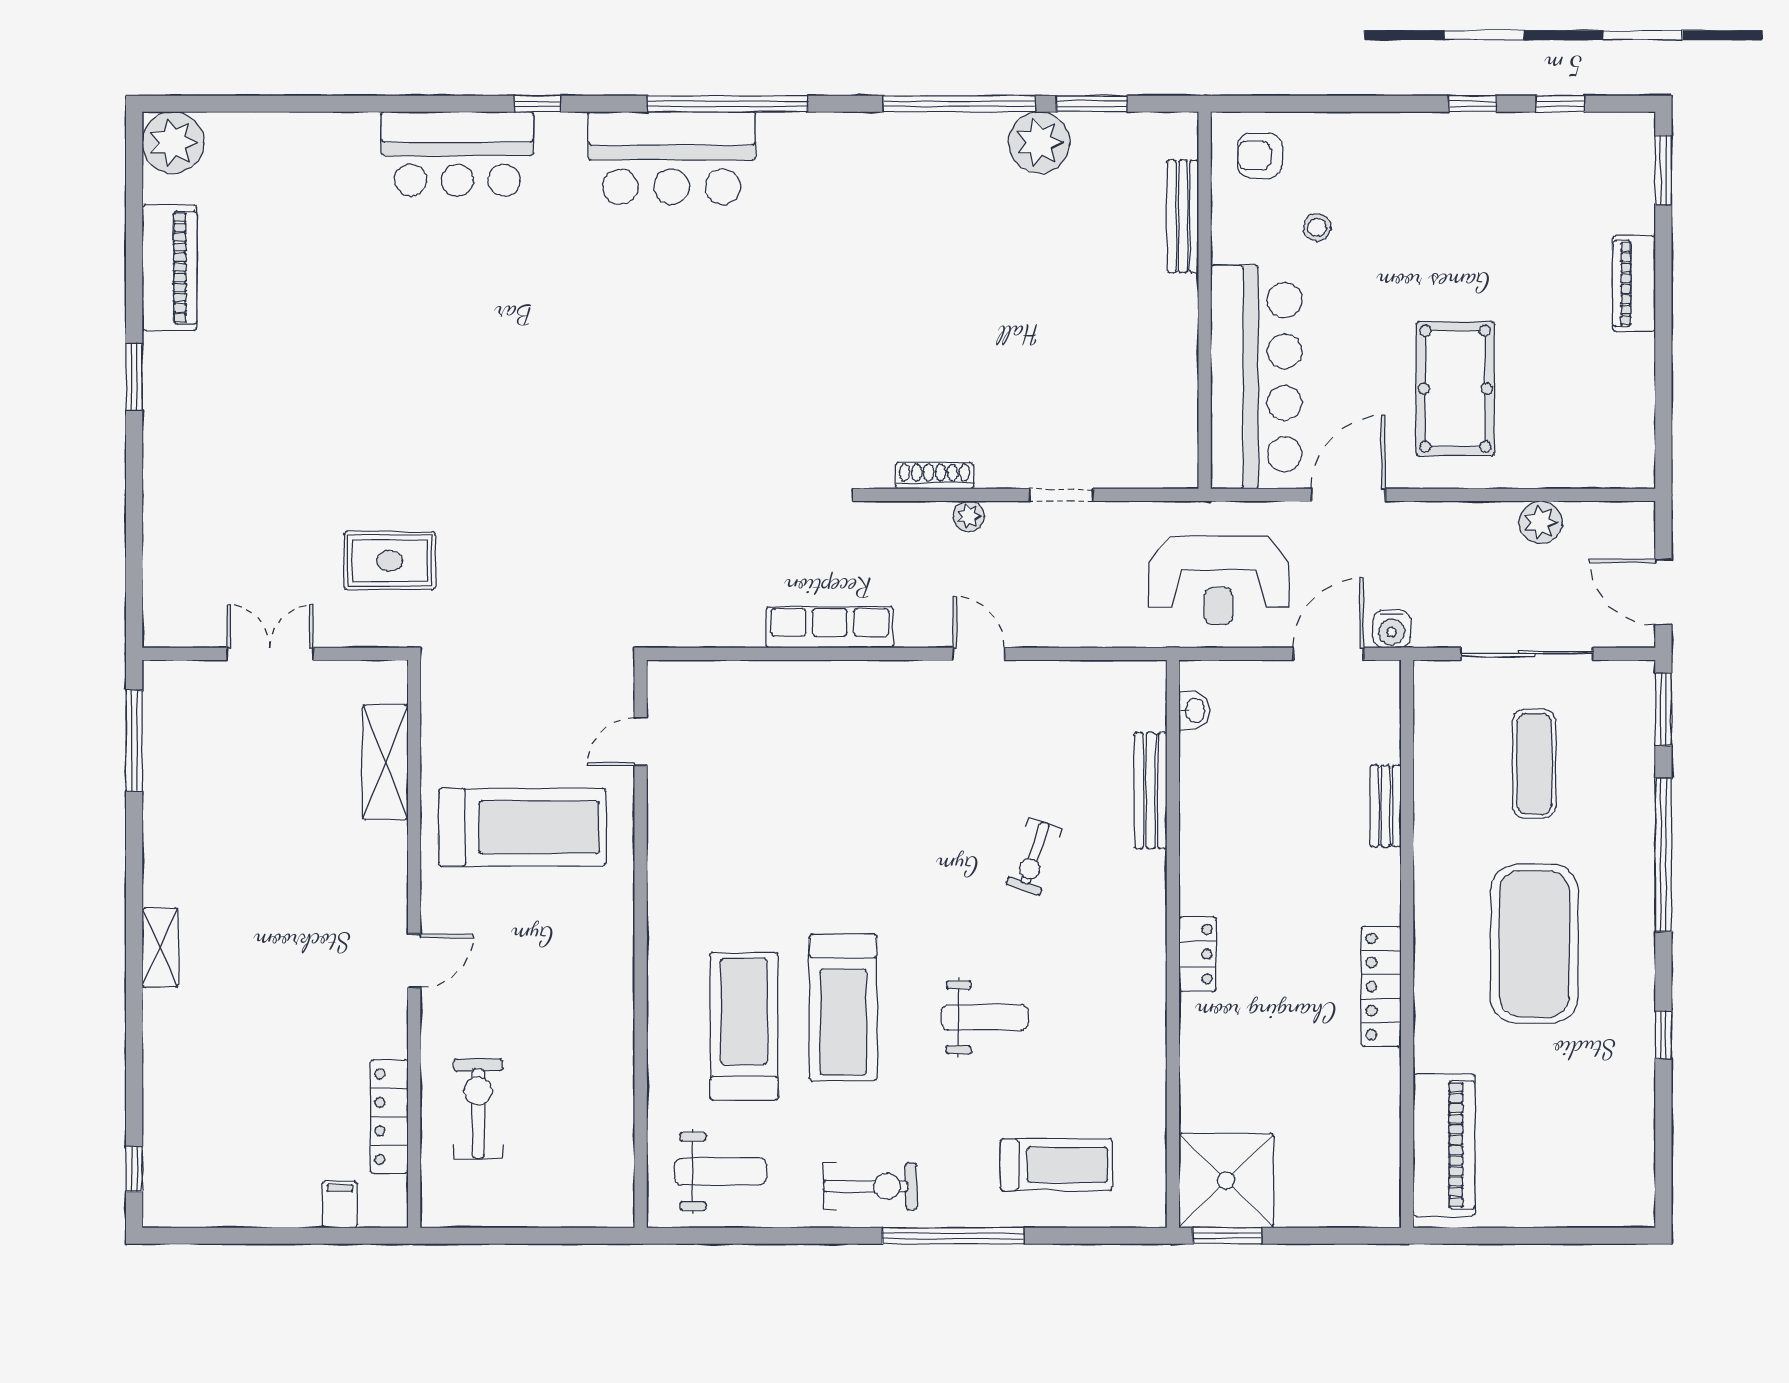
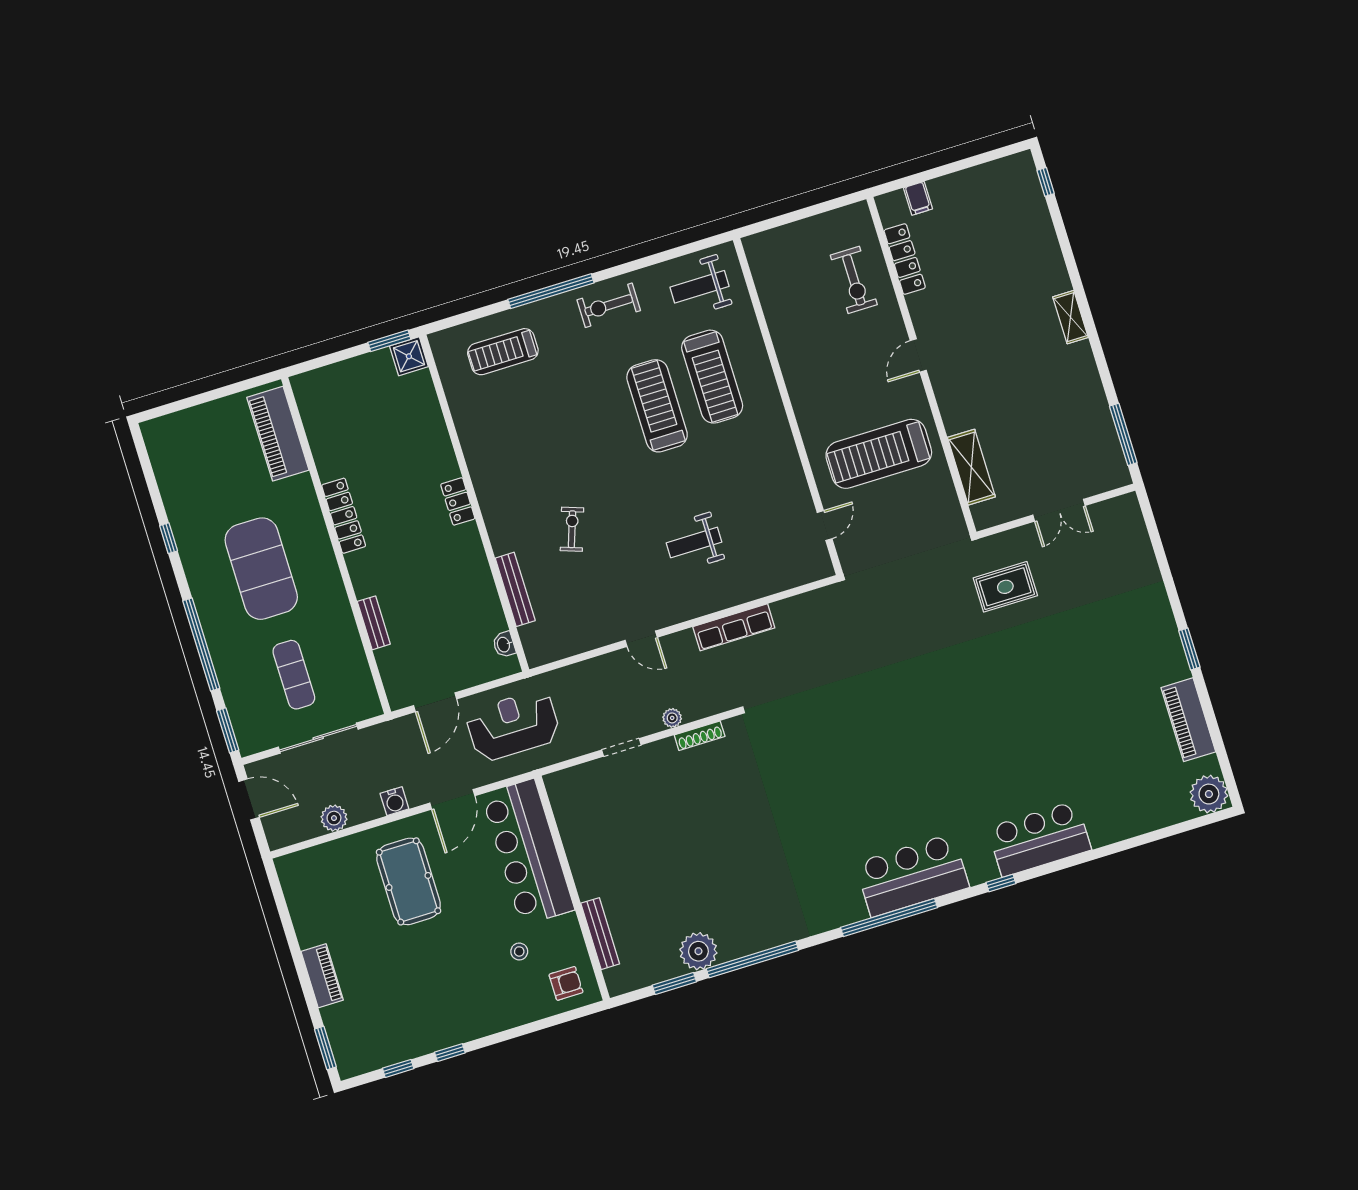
water cooler: (1392, 629) -> (394, 801), moved, turned 180
weight bench: (985, 1017) -> (694, 542), moved
shower: (1226, 1180) -> (409, 356), width x0.54, depth x0.54

